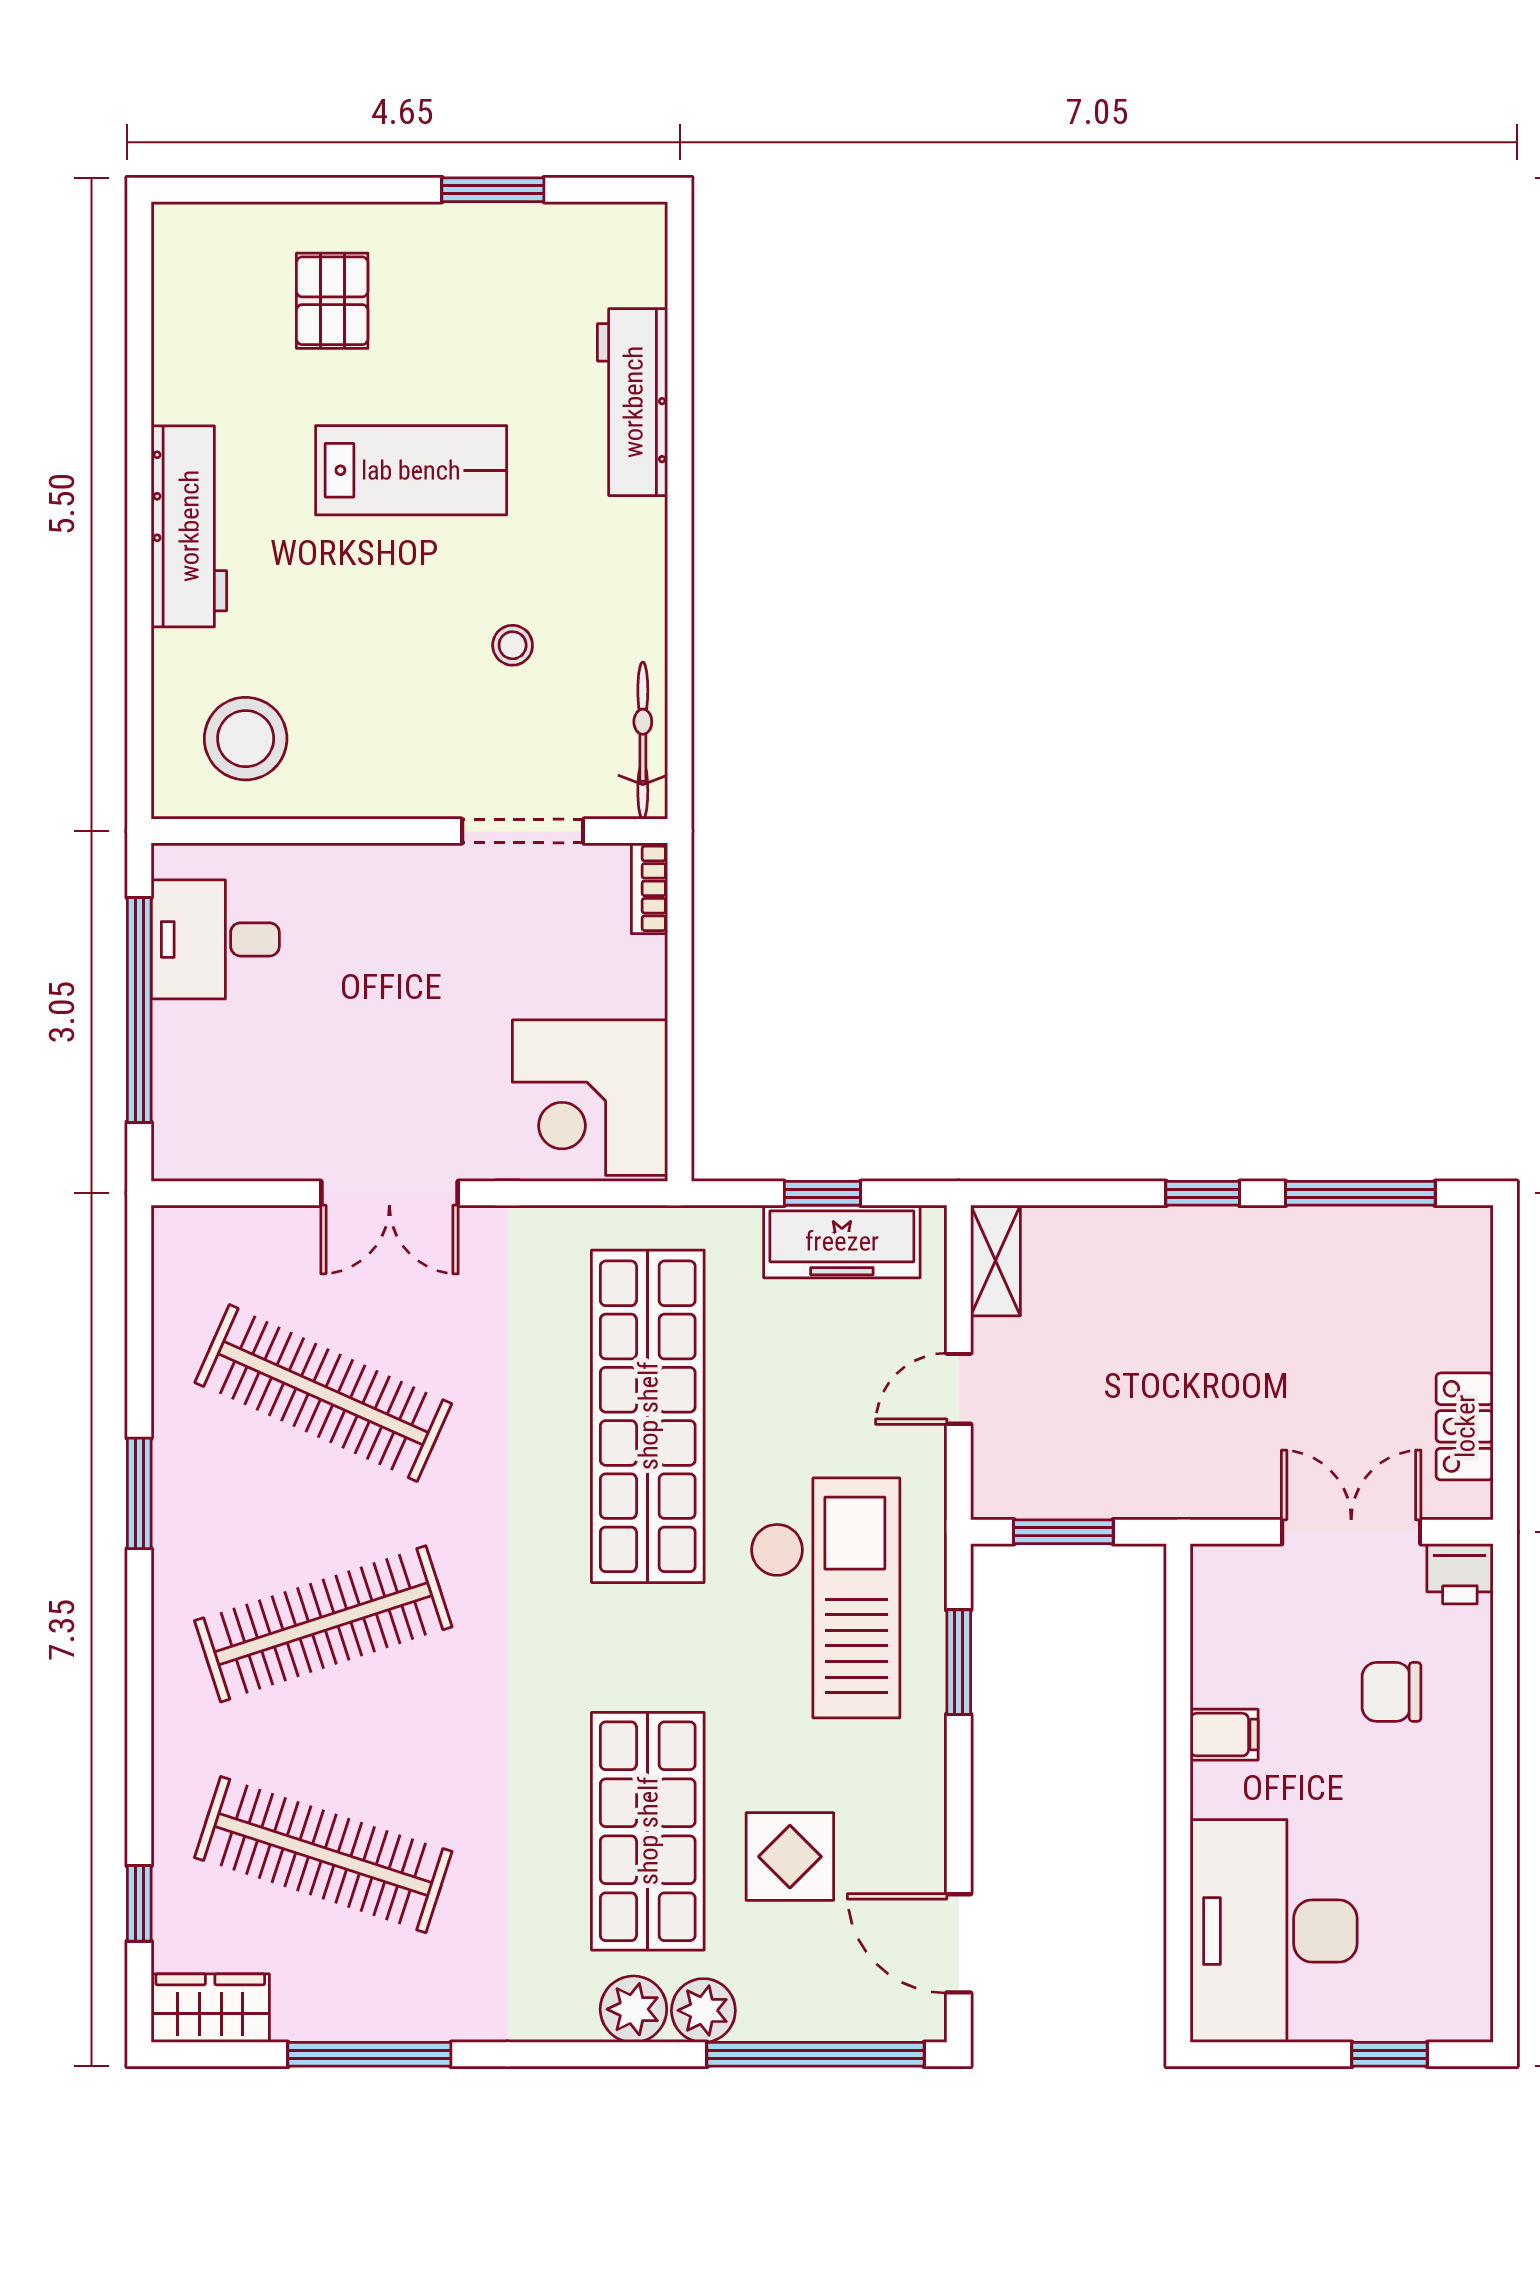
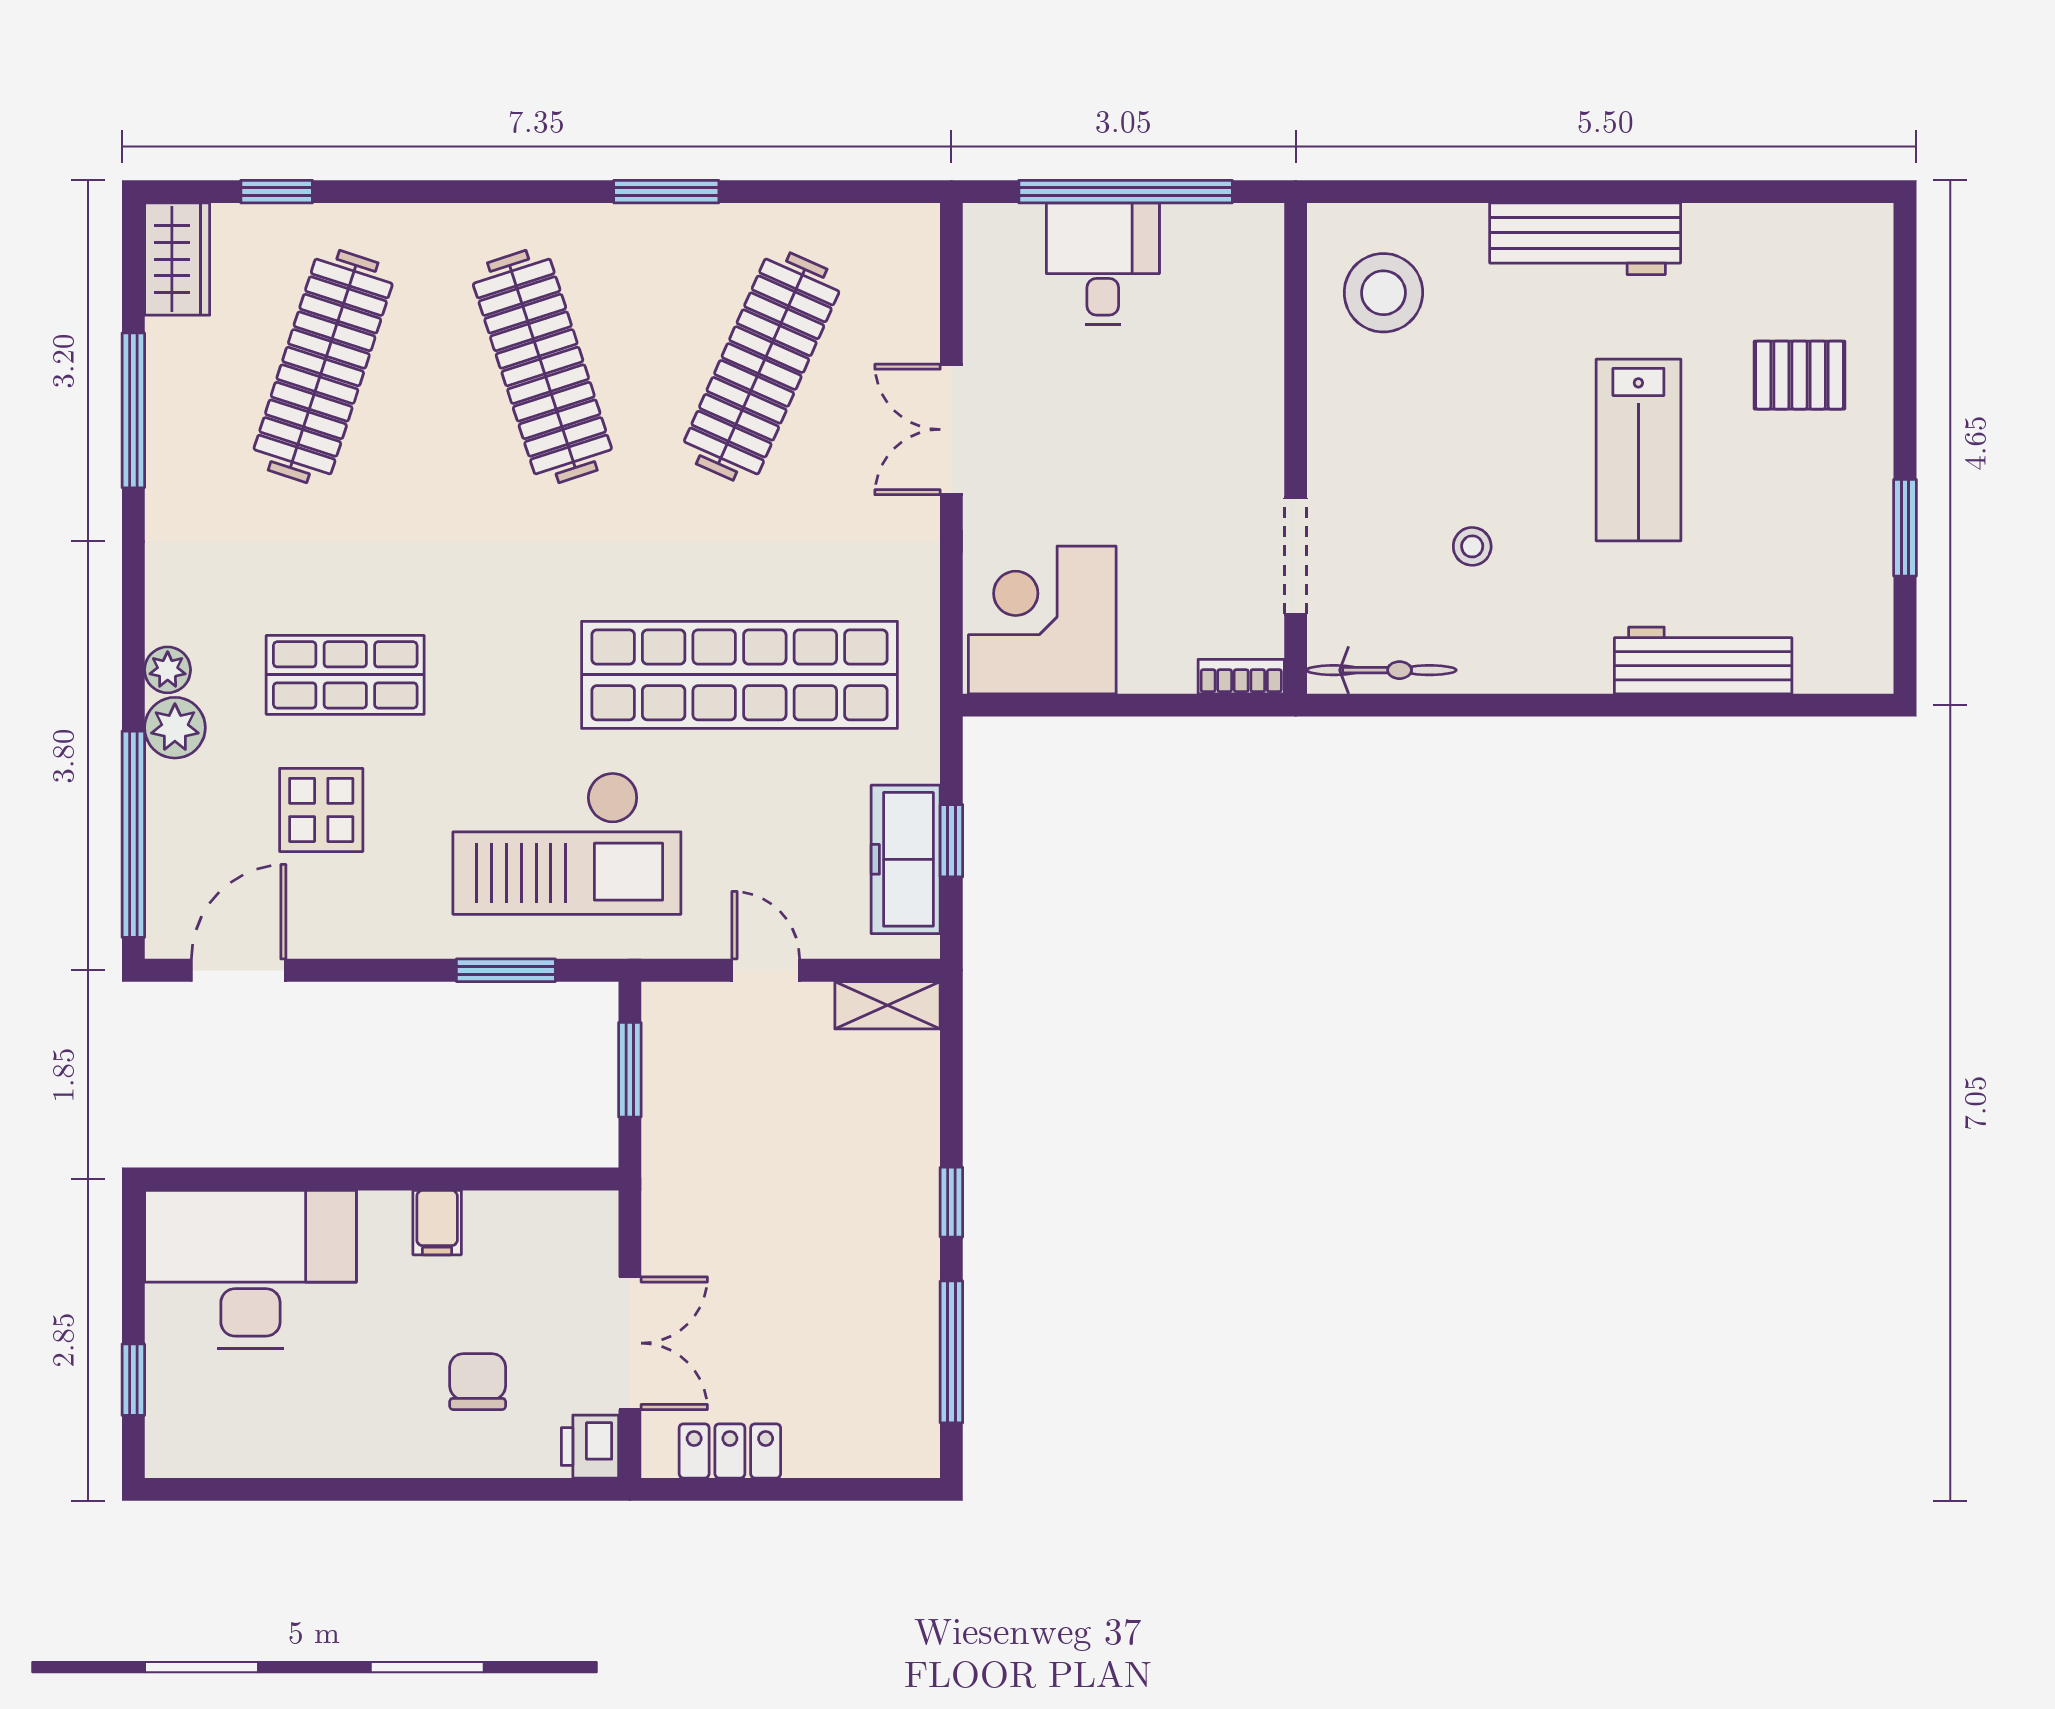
desk: (215, 939) -> (1103, 264), moved
shop shelf: (648, 1831) -> (345, 675), width x0.70, depth x0.74
plant: (633, 2009) -> (168, 670), width x0.73, depth x0.73

